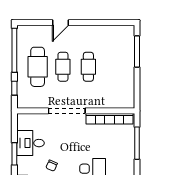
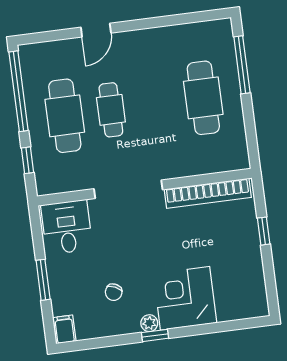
cafe table: (88, 67) -> (203, 98), moved, width x1.37, depth x1.35
desk: (30, 143) -> (67, 227), moved, turned 90
window: (137, 143) -> (264, 231), width x0.46

